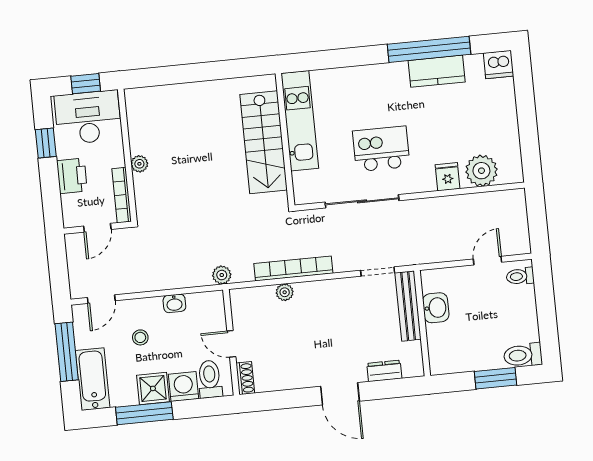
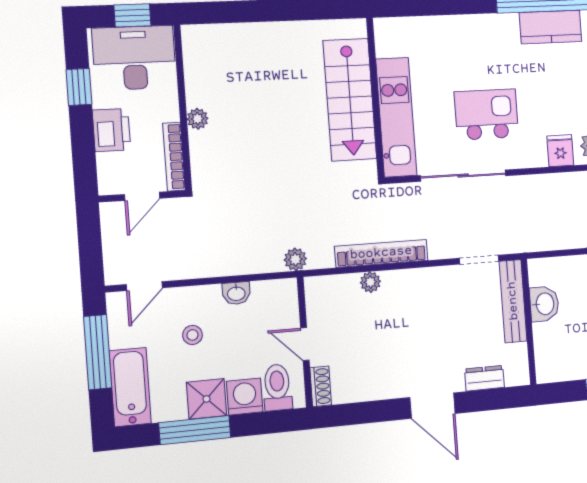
kitchen unit: (300, 121) -> (396, 117), moved

